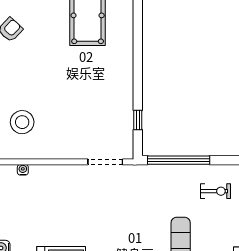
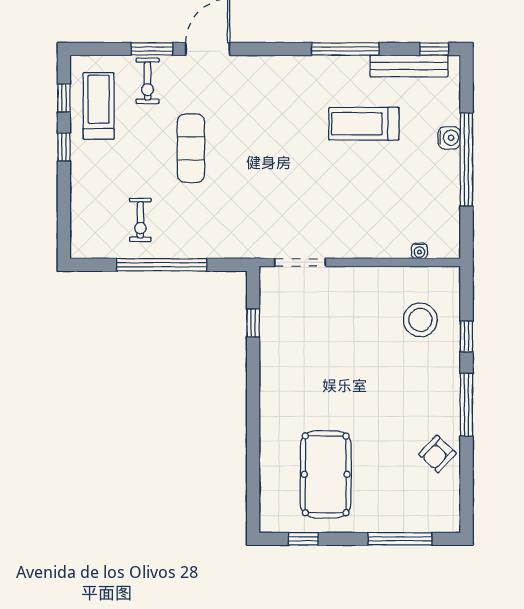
window: (179, 160) -> (162, 265), moved
exercise bike: (216, 191) -> (140, 220), turned -90

